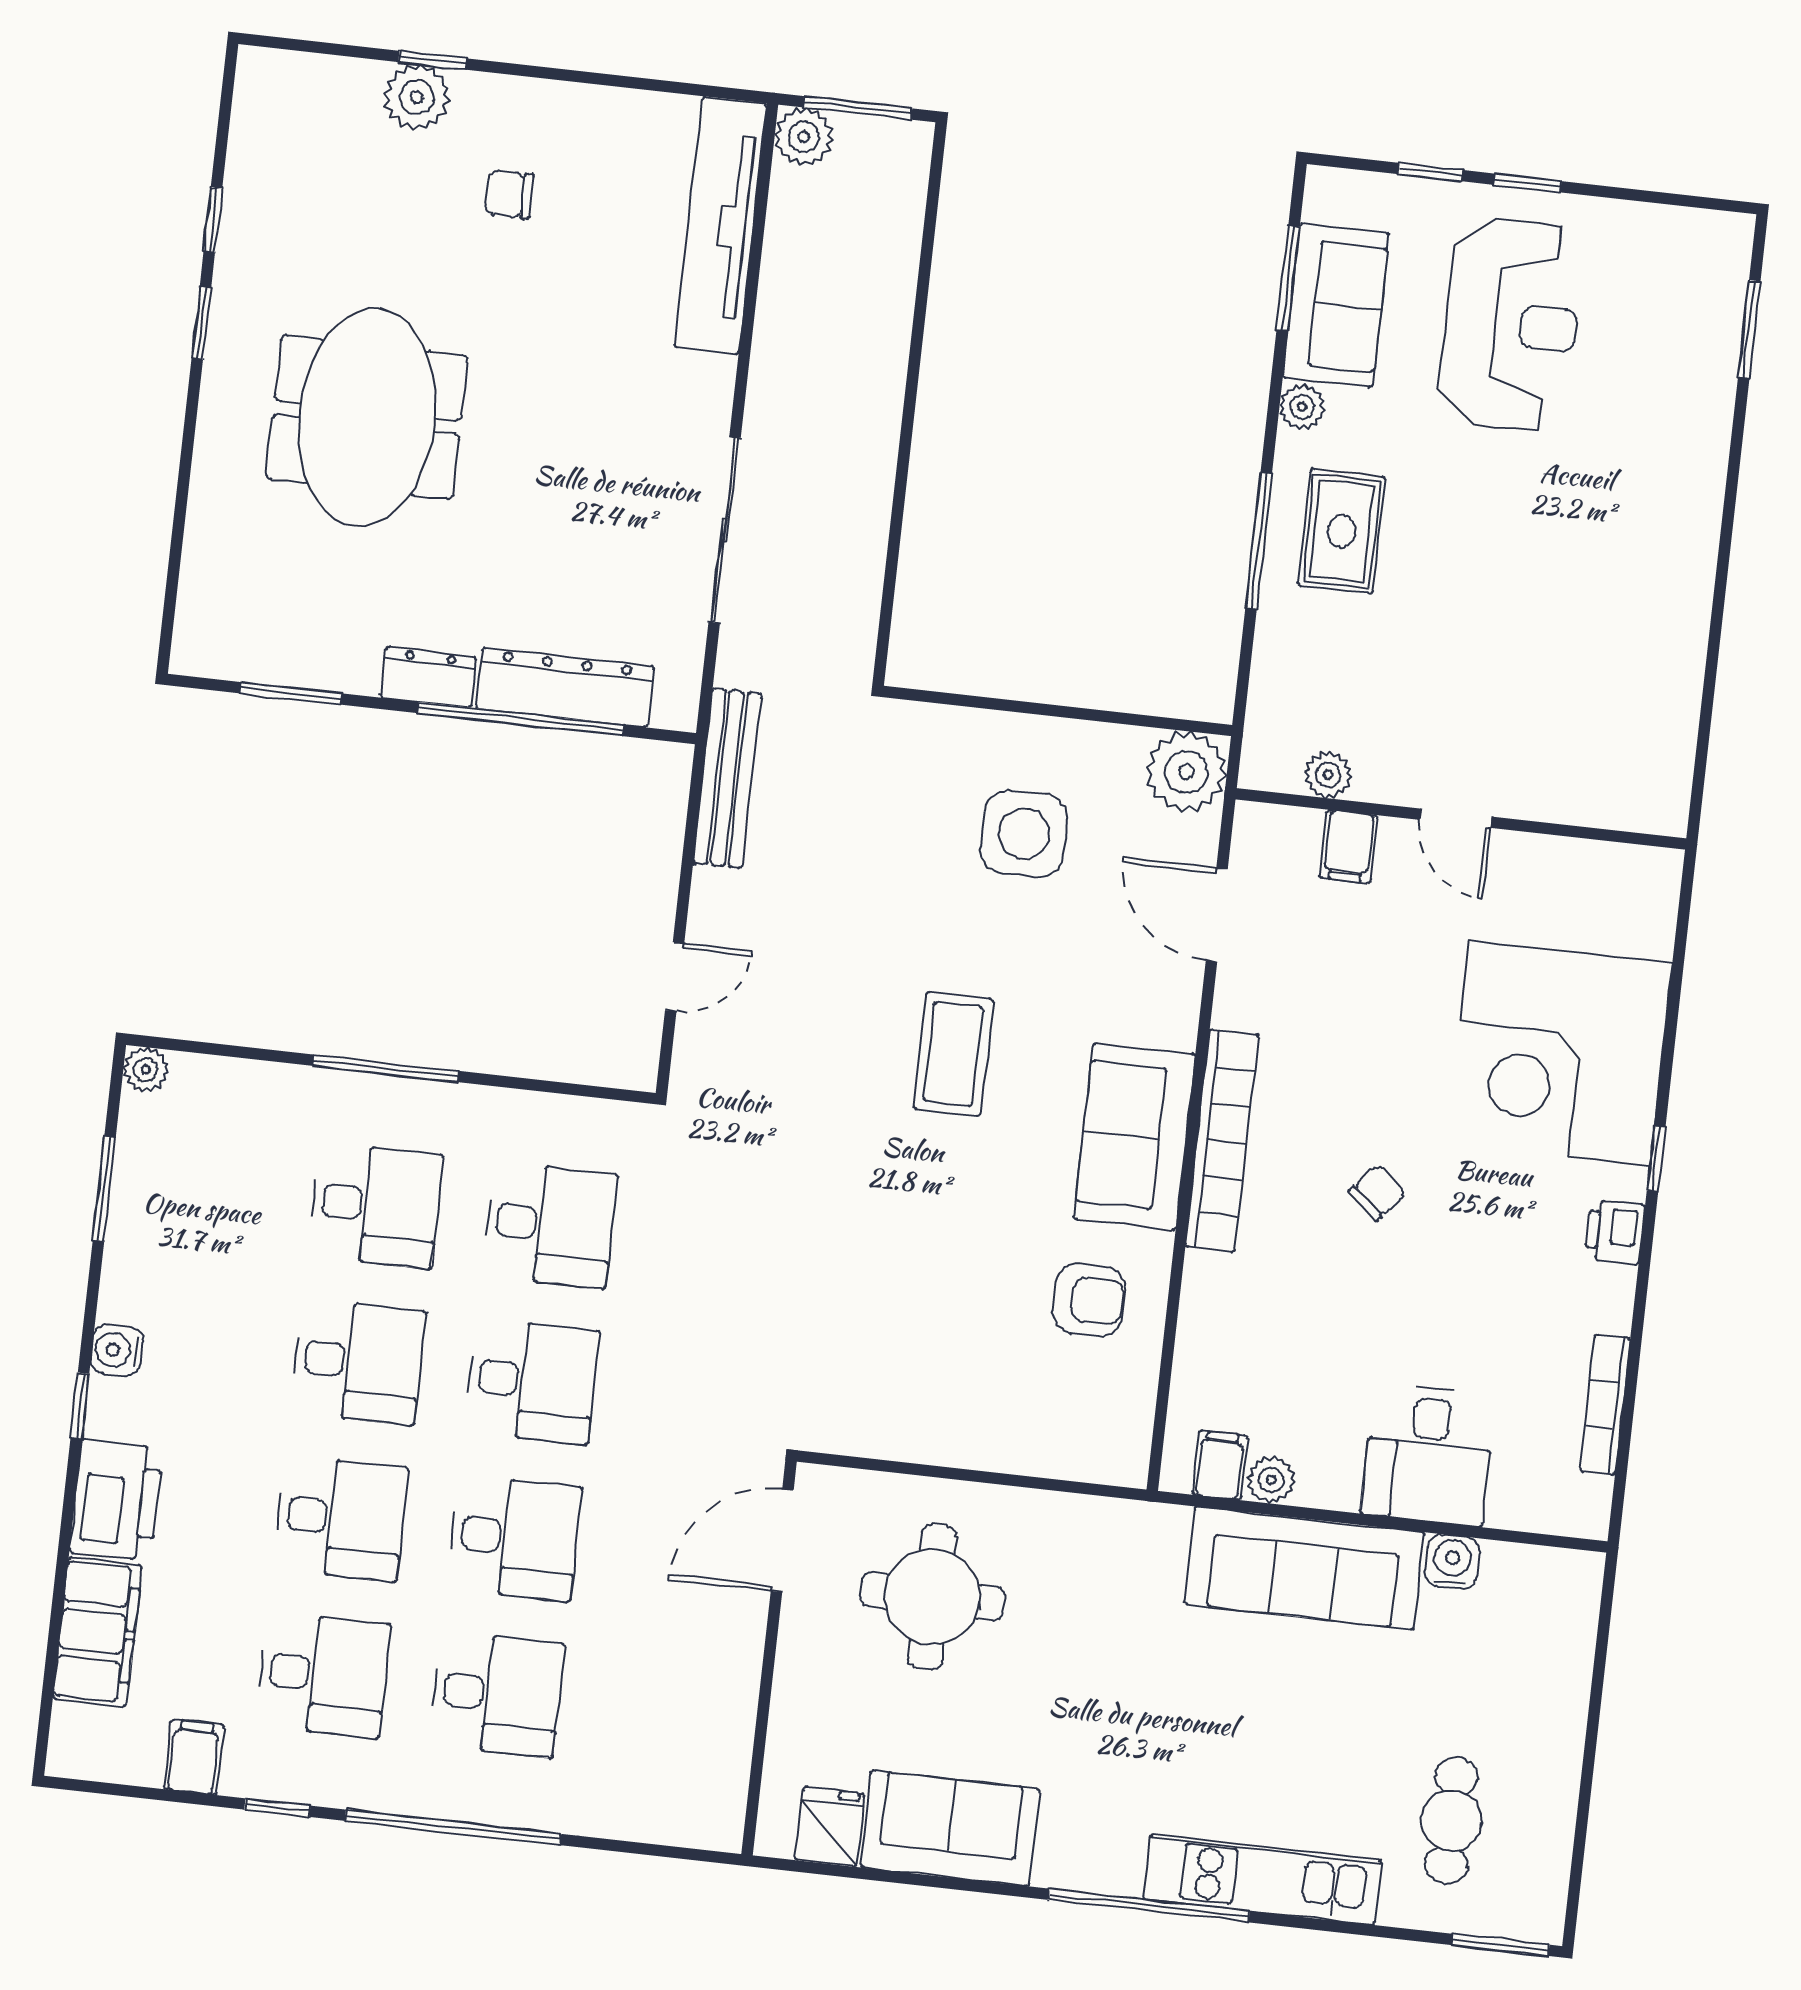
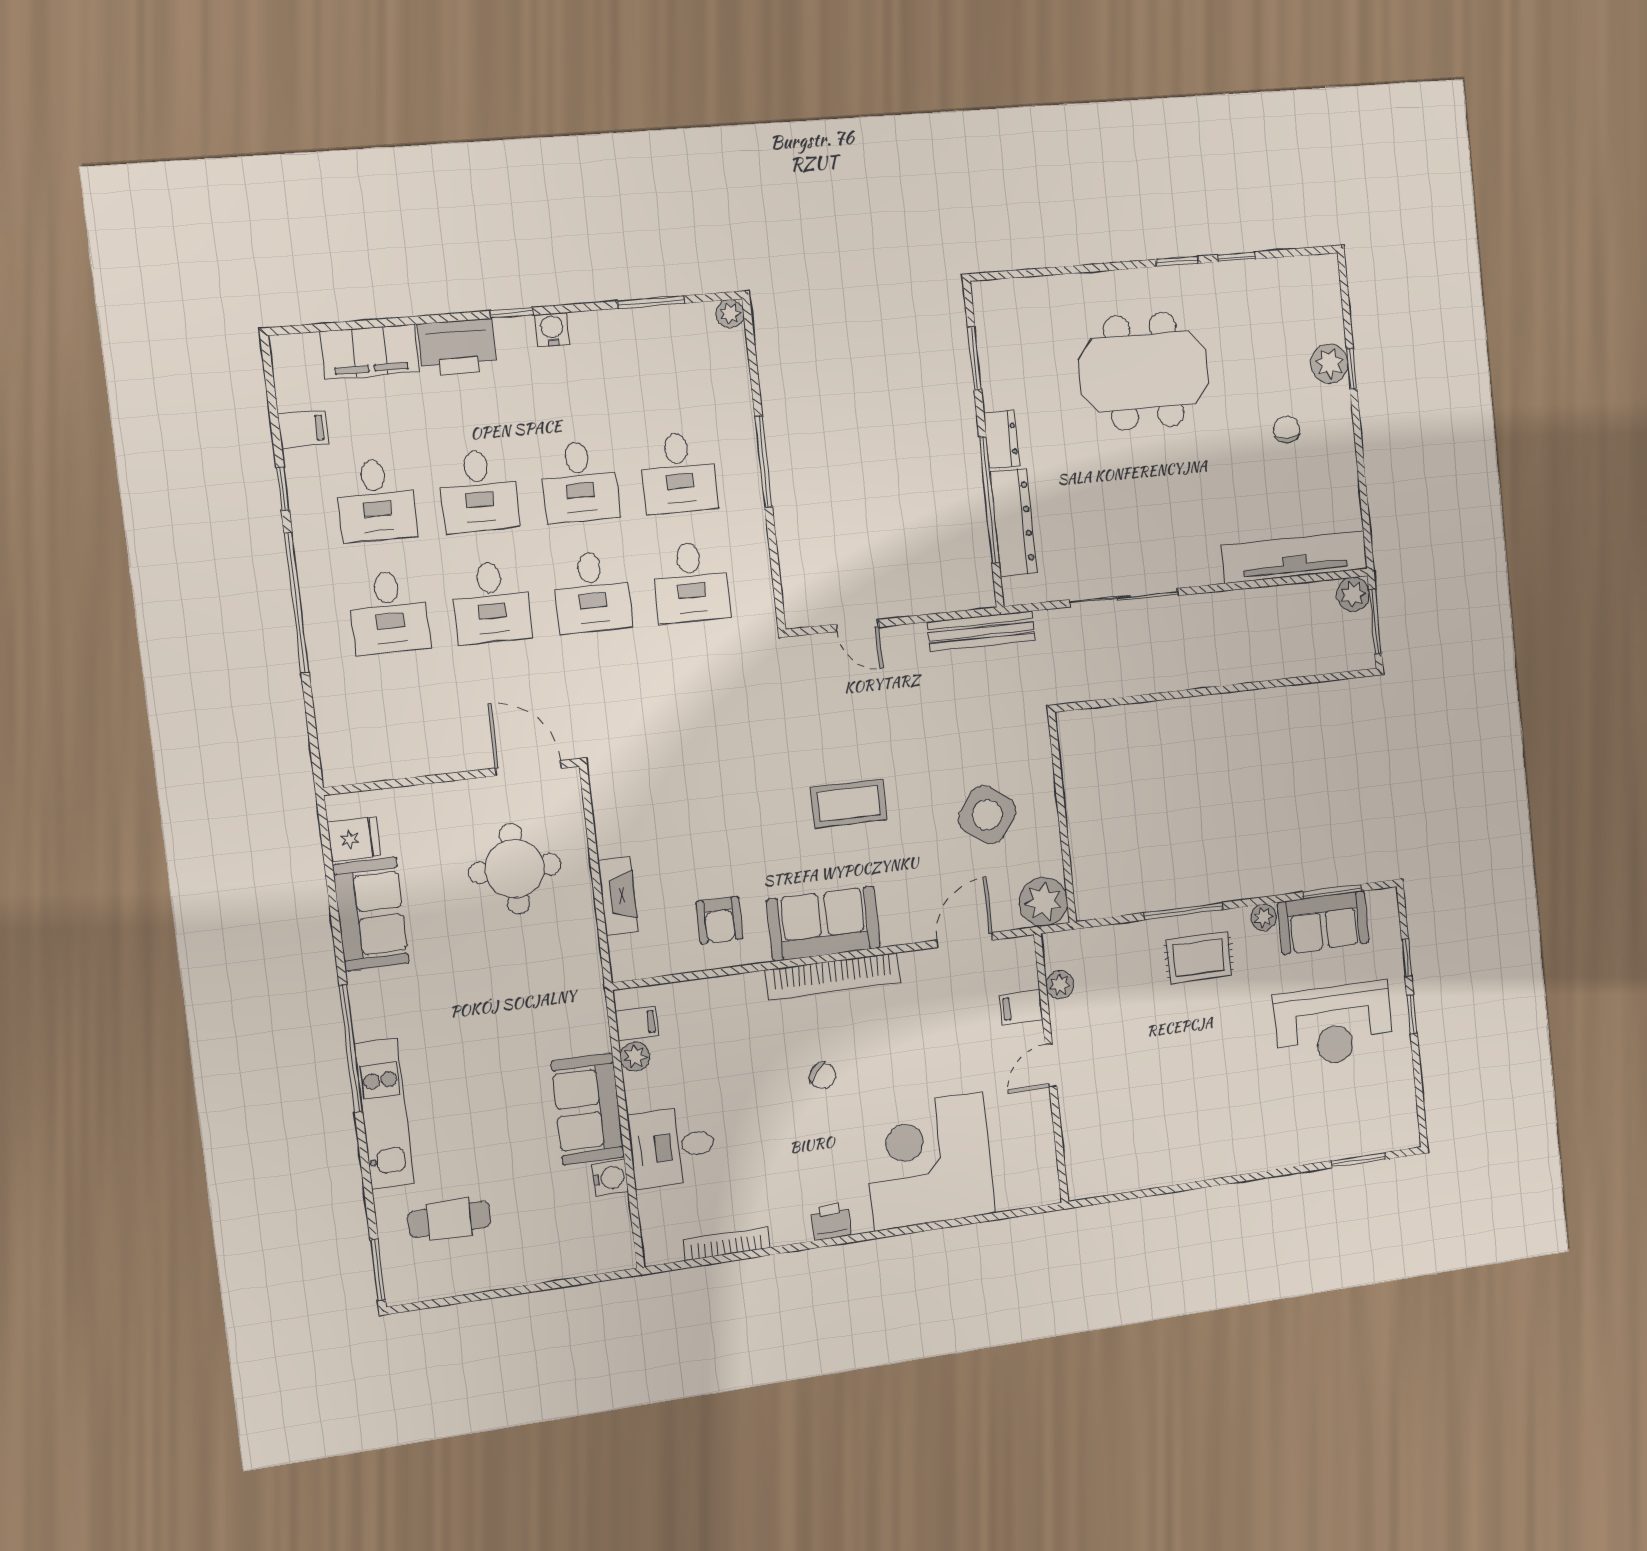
side table: (1024, 834) -> (987, 815), turned 36
window: (1656, 1159) -> (879, 1234), removed
fireplace: (1013, 1449) -> (618, 896), added
sofa: (1304, 1568) -> (588, 1109), width x0.73

